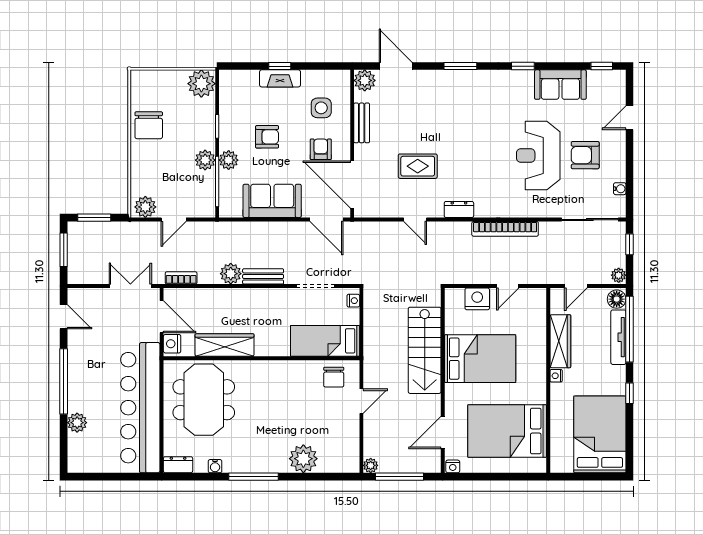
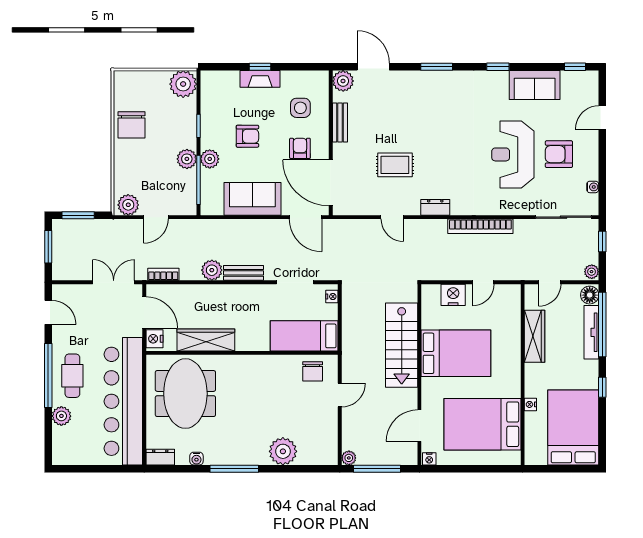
nightstand: (556, 376) -> (530, 404), moved
cafe table: (88, 382) -> (72, 376), added

